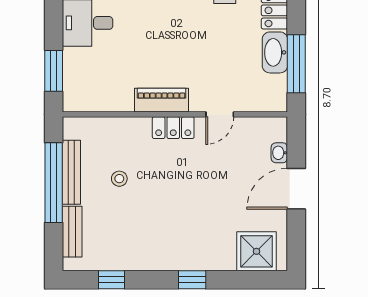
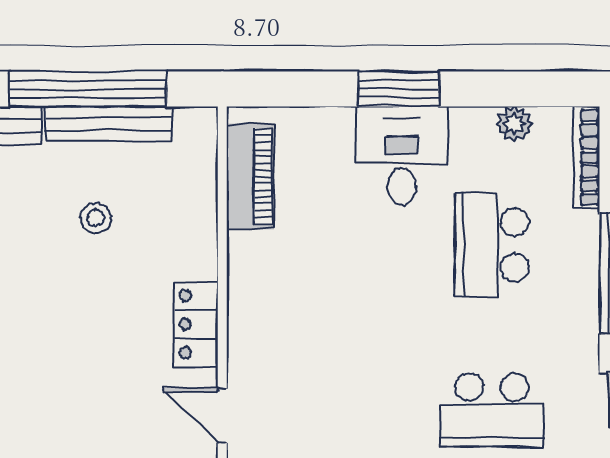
window: (54, 71) -> (399, 89), moved
piano: (162, 100) -> (250, 176), moved

